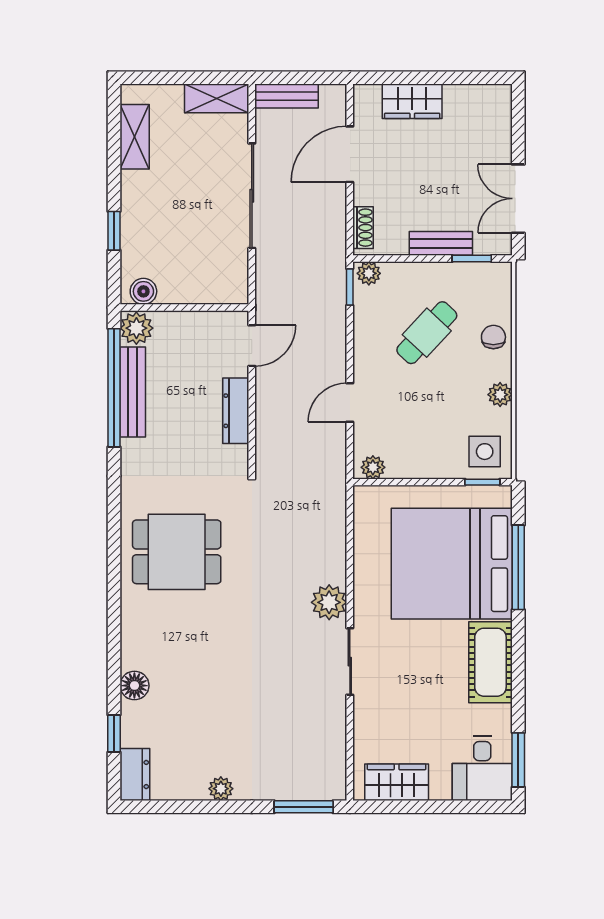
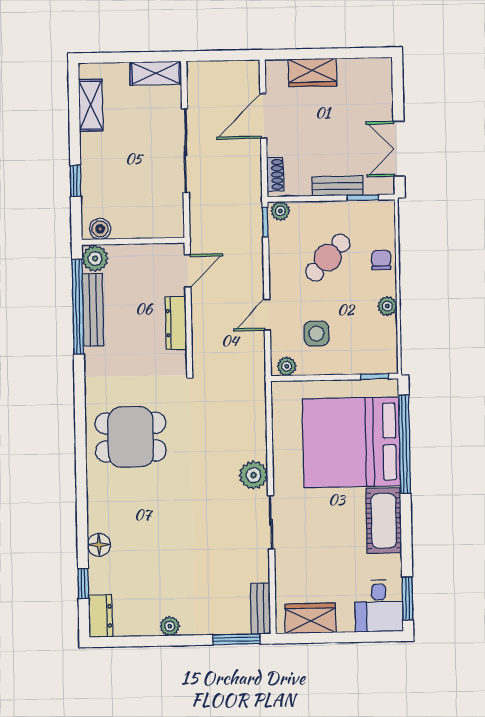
bench: (286, 96) -> (261, 609), moved, turned 90
side table: (485, 452) -> (316, 333), moved
window: (518, 567) -> (405, 444), width x1.46

